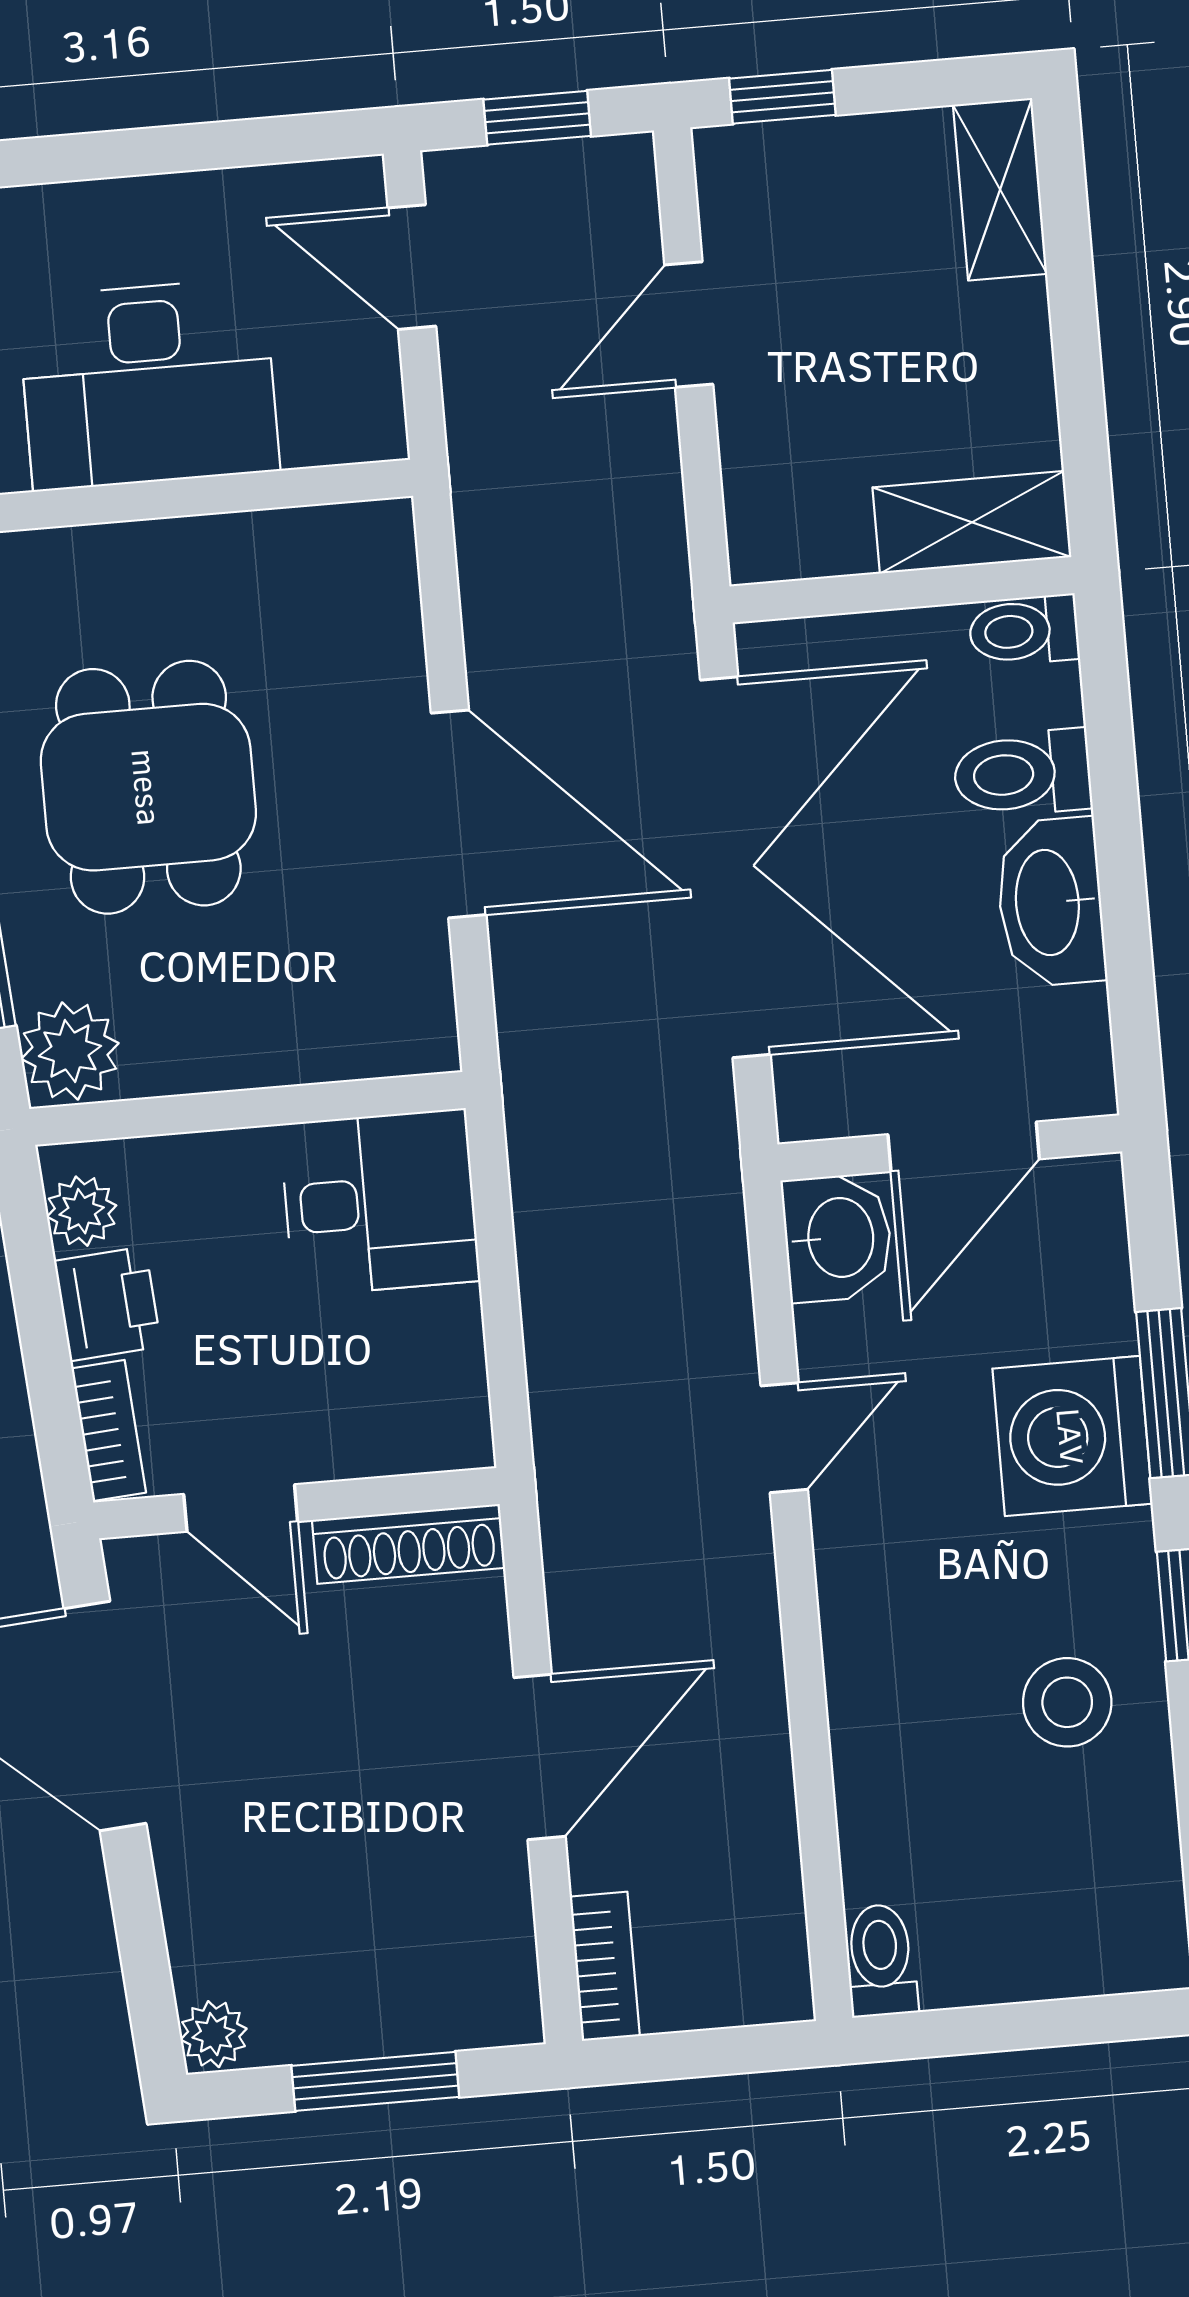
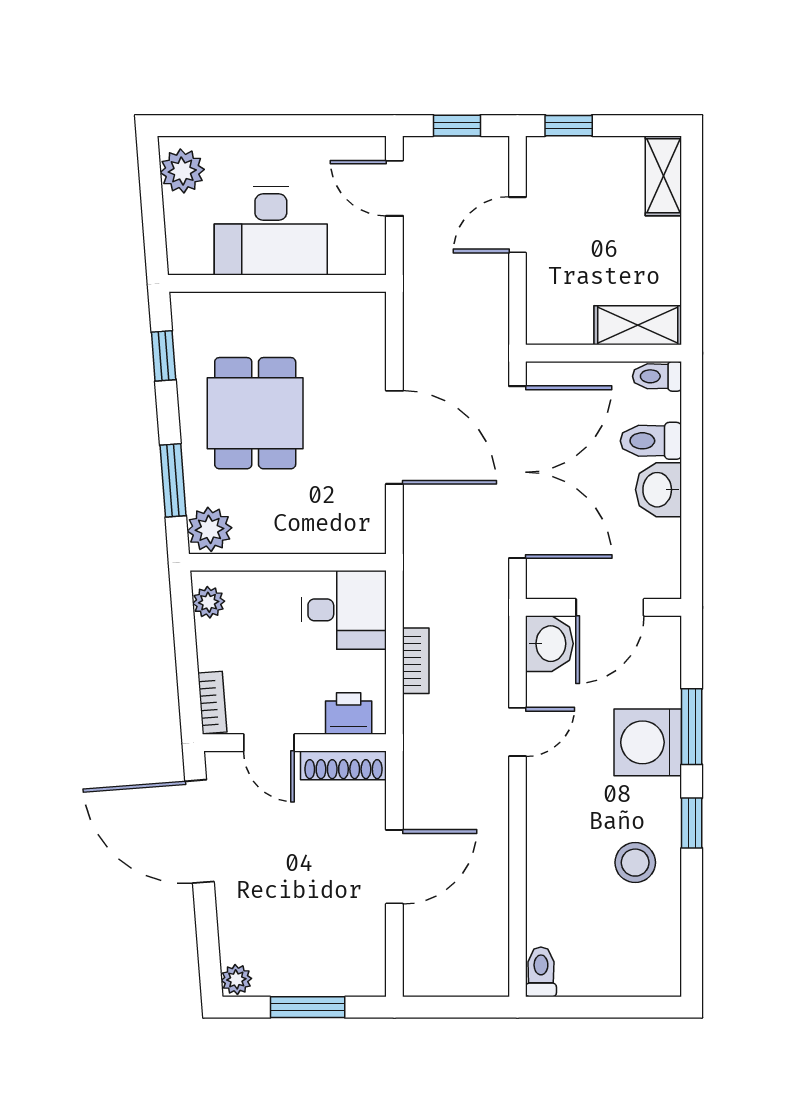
washbasin: (1050, 902) -> (659, 490), width x0.72
printer: (108, 1304) -> (349, 713), moved, turned -86
bookcase: (605, 1966) -> (416, 661), moved

